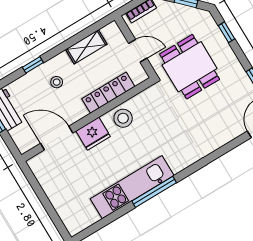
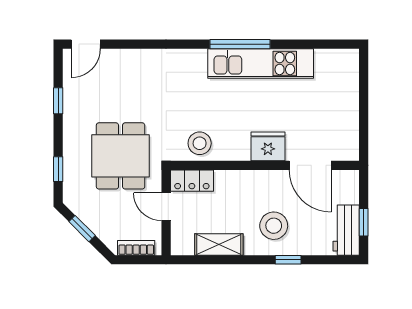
stool: (57, 82) -> (274, 226), width x1.89, depth x1.89
locker: (108, 93) -> (192, 181), moved, width x0.66
stool: (123, 118) -> (200, 143), moved

